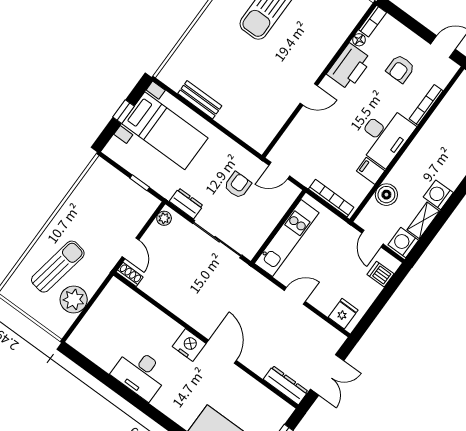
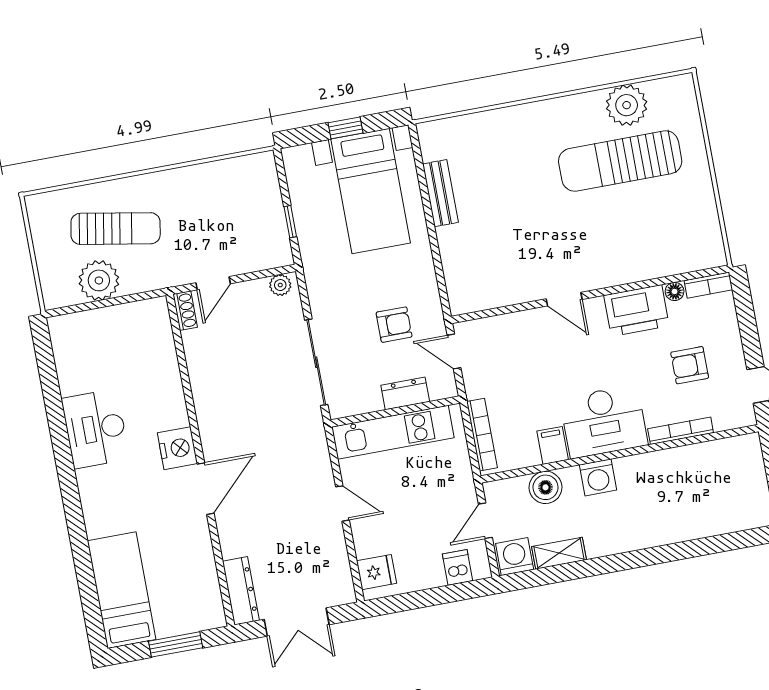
washing machine: (438, 195) -> (598, 477), moved, turned 180
dresser: (186, 203) -> (405, 393), moved, turned -90

